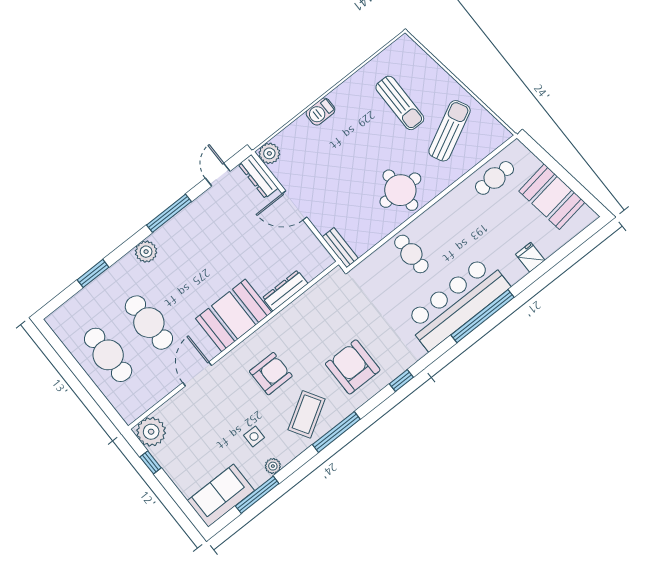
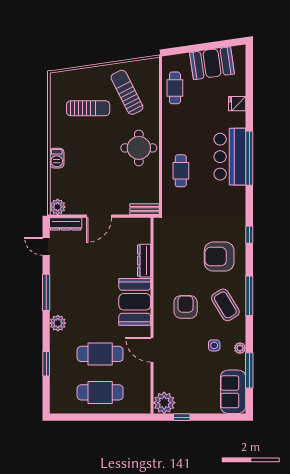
cafe table: (411, 254) -> (181, 171), turned 90
bar counter: (457, 303) -> (230, 157), width x0.73

